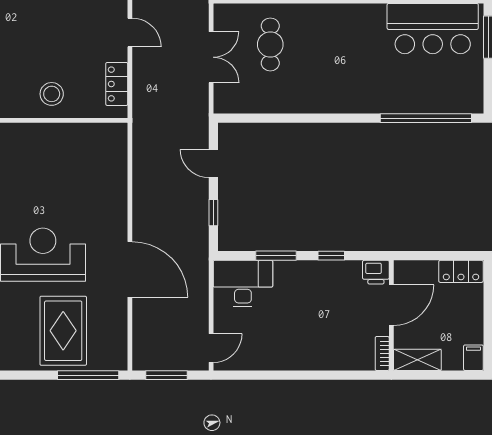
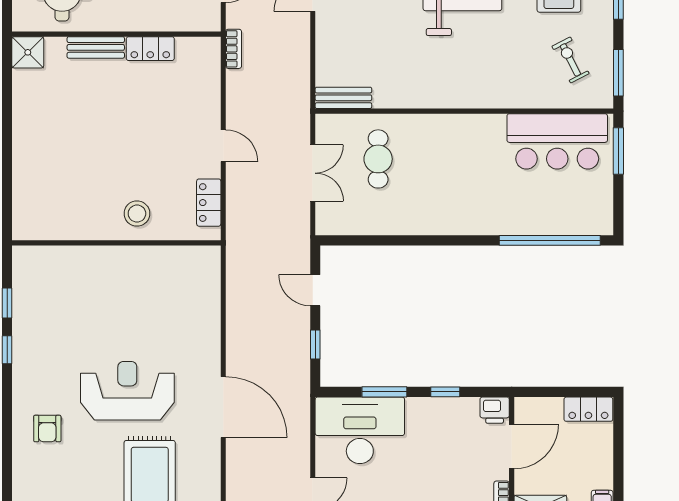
desk: (243, 284) -> (360, 430), width x1.36, depth x1.30

